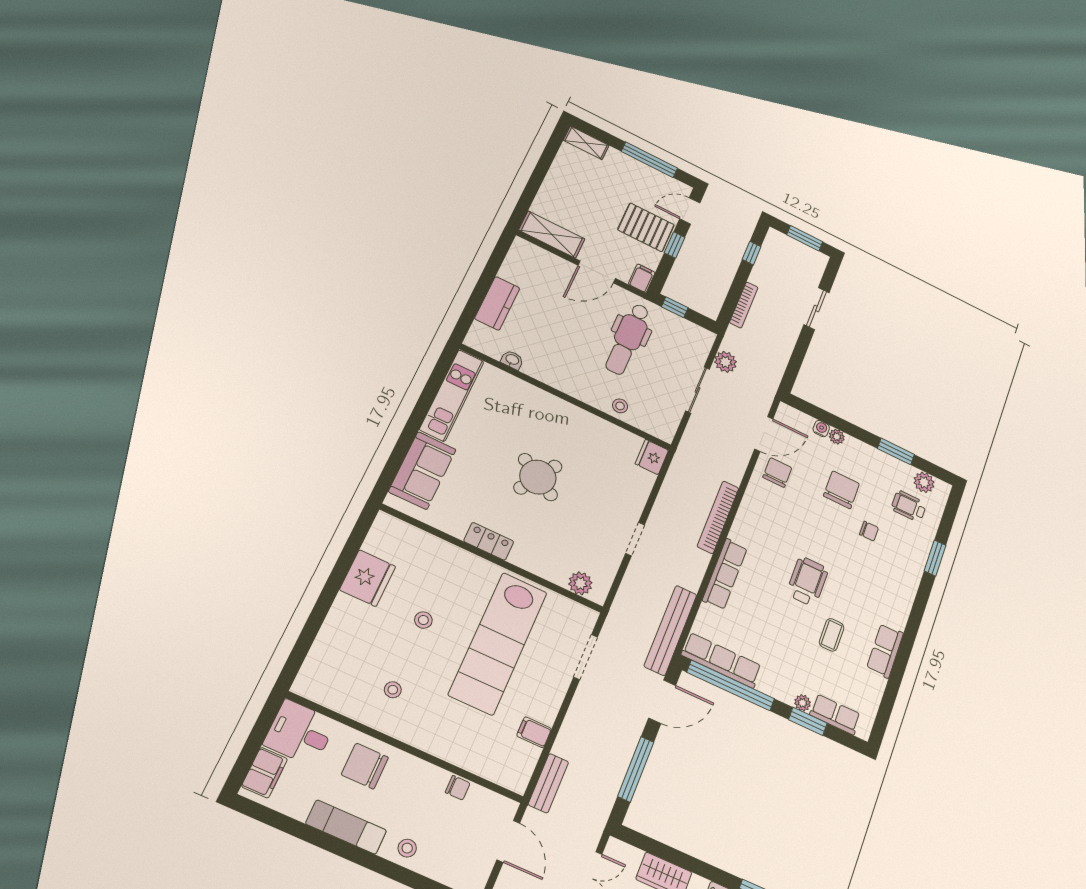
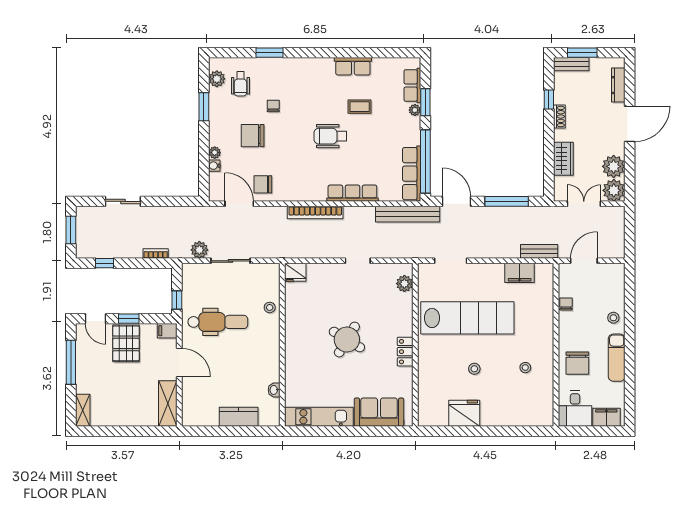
bookcase: (744, 305) -> (156, 254), width x0.64
filing cabinet: (534, 732) -> (520, 273), width x2.00

